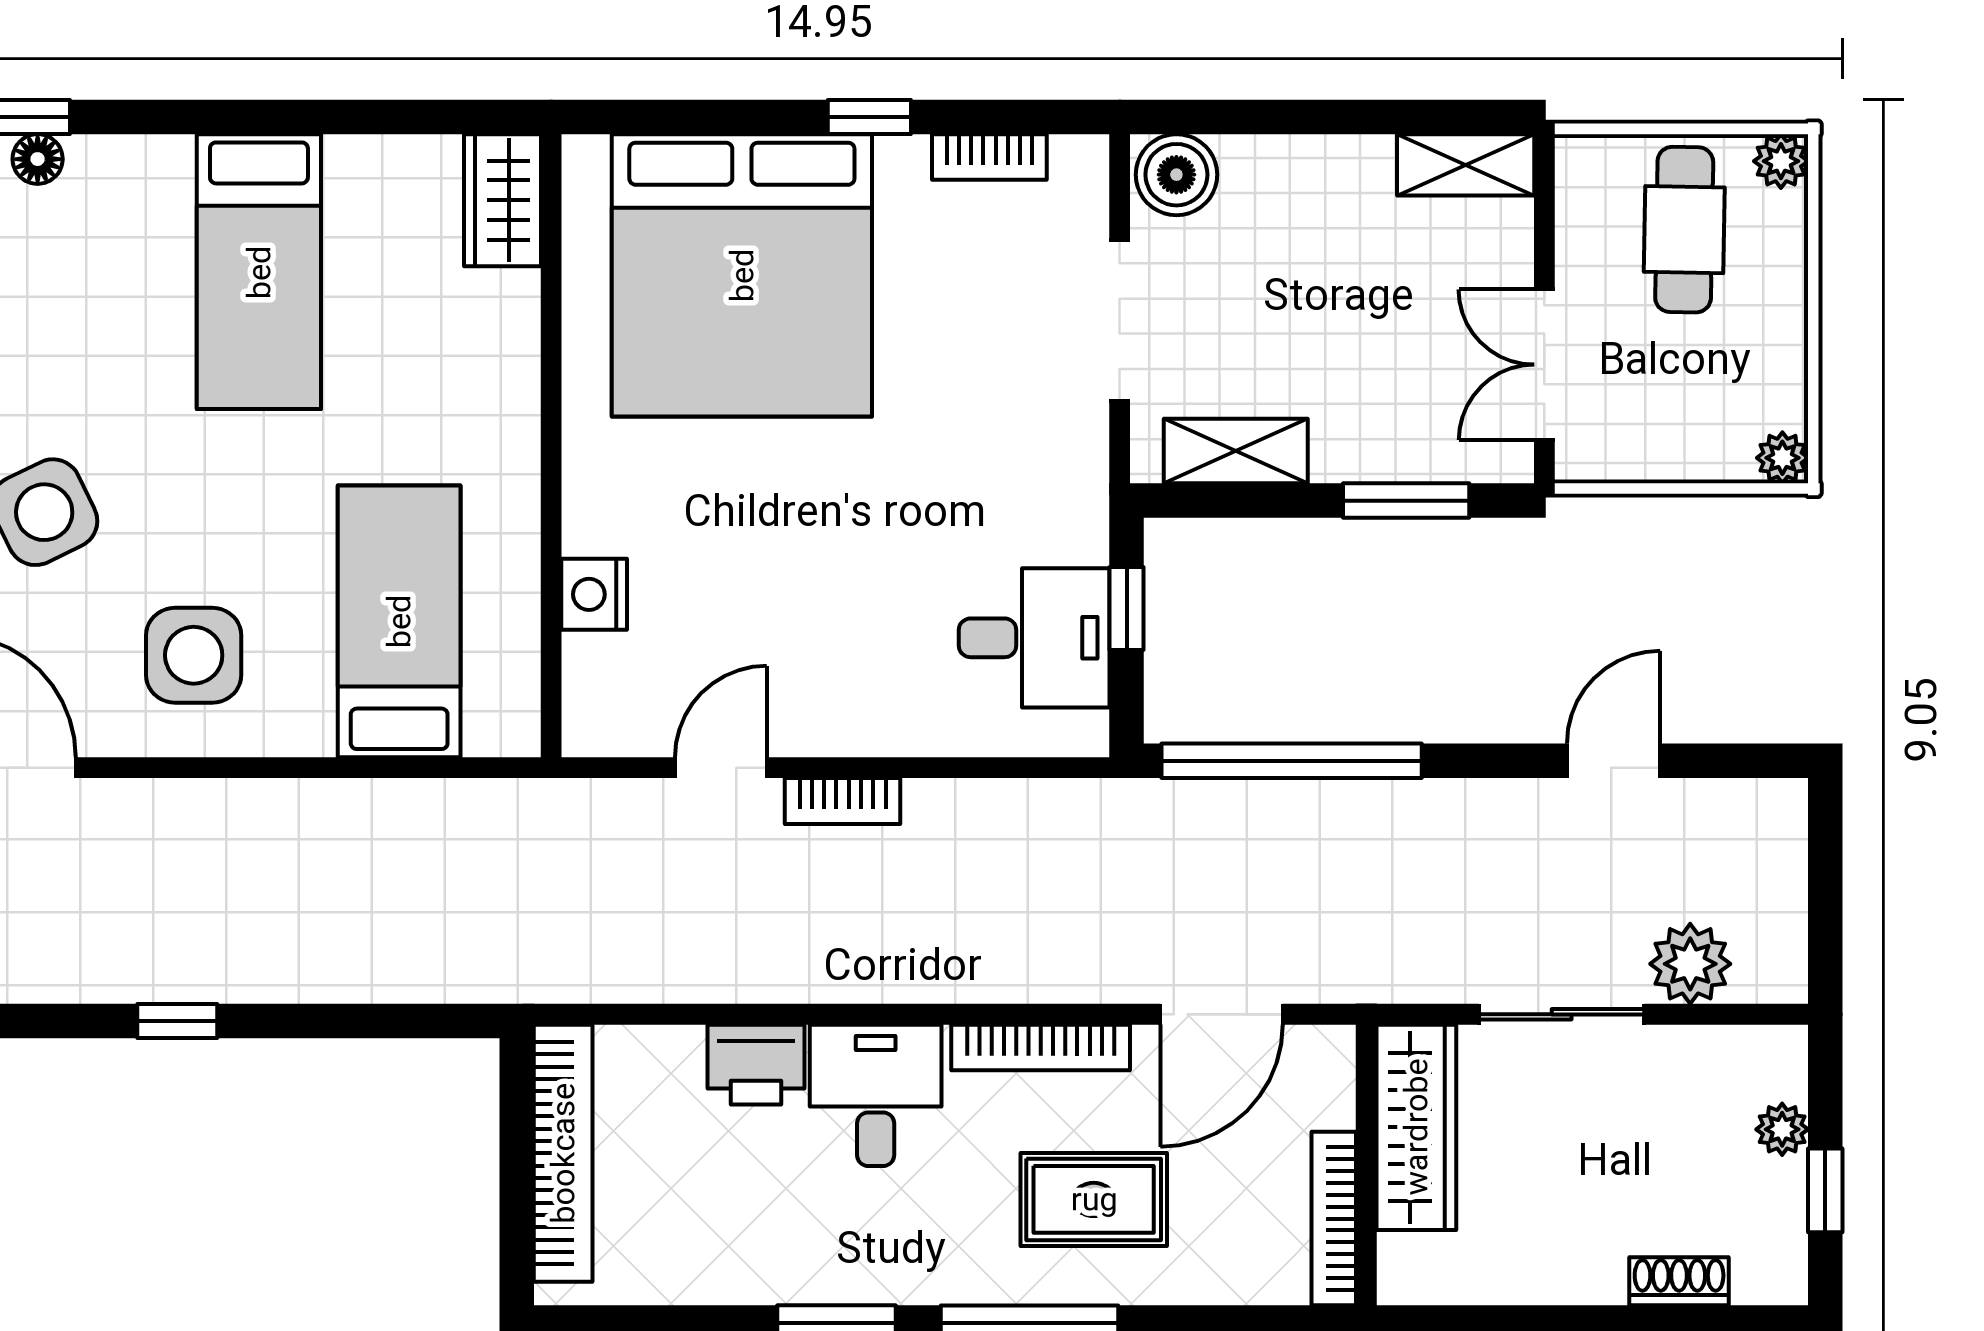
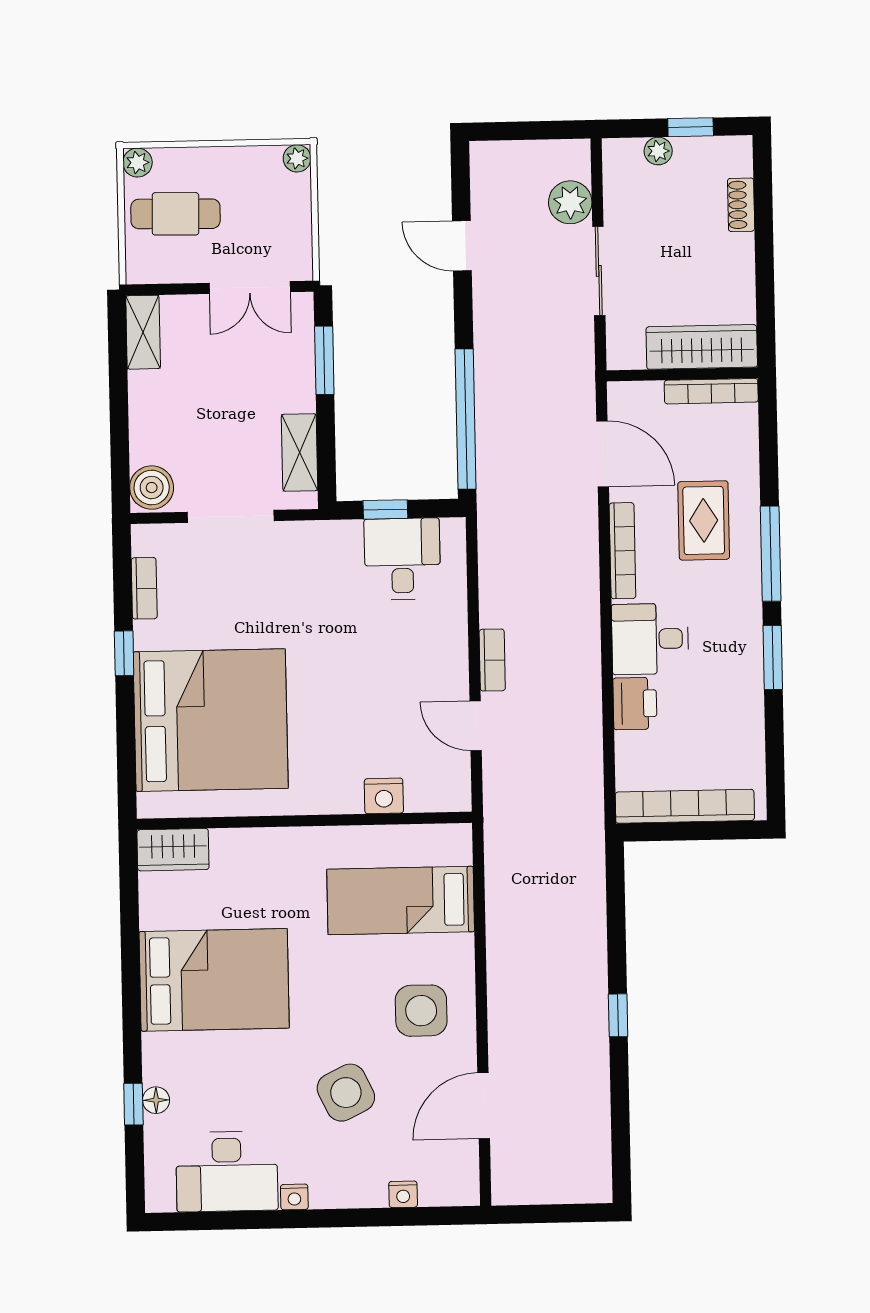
bed: (259, 272) -> (214, 980), width x1.50
wardrobe: (1416, 1127) -> (702, 347), moved

